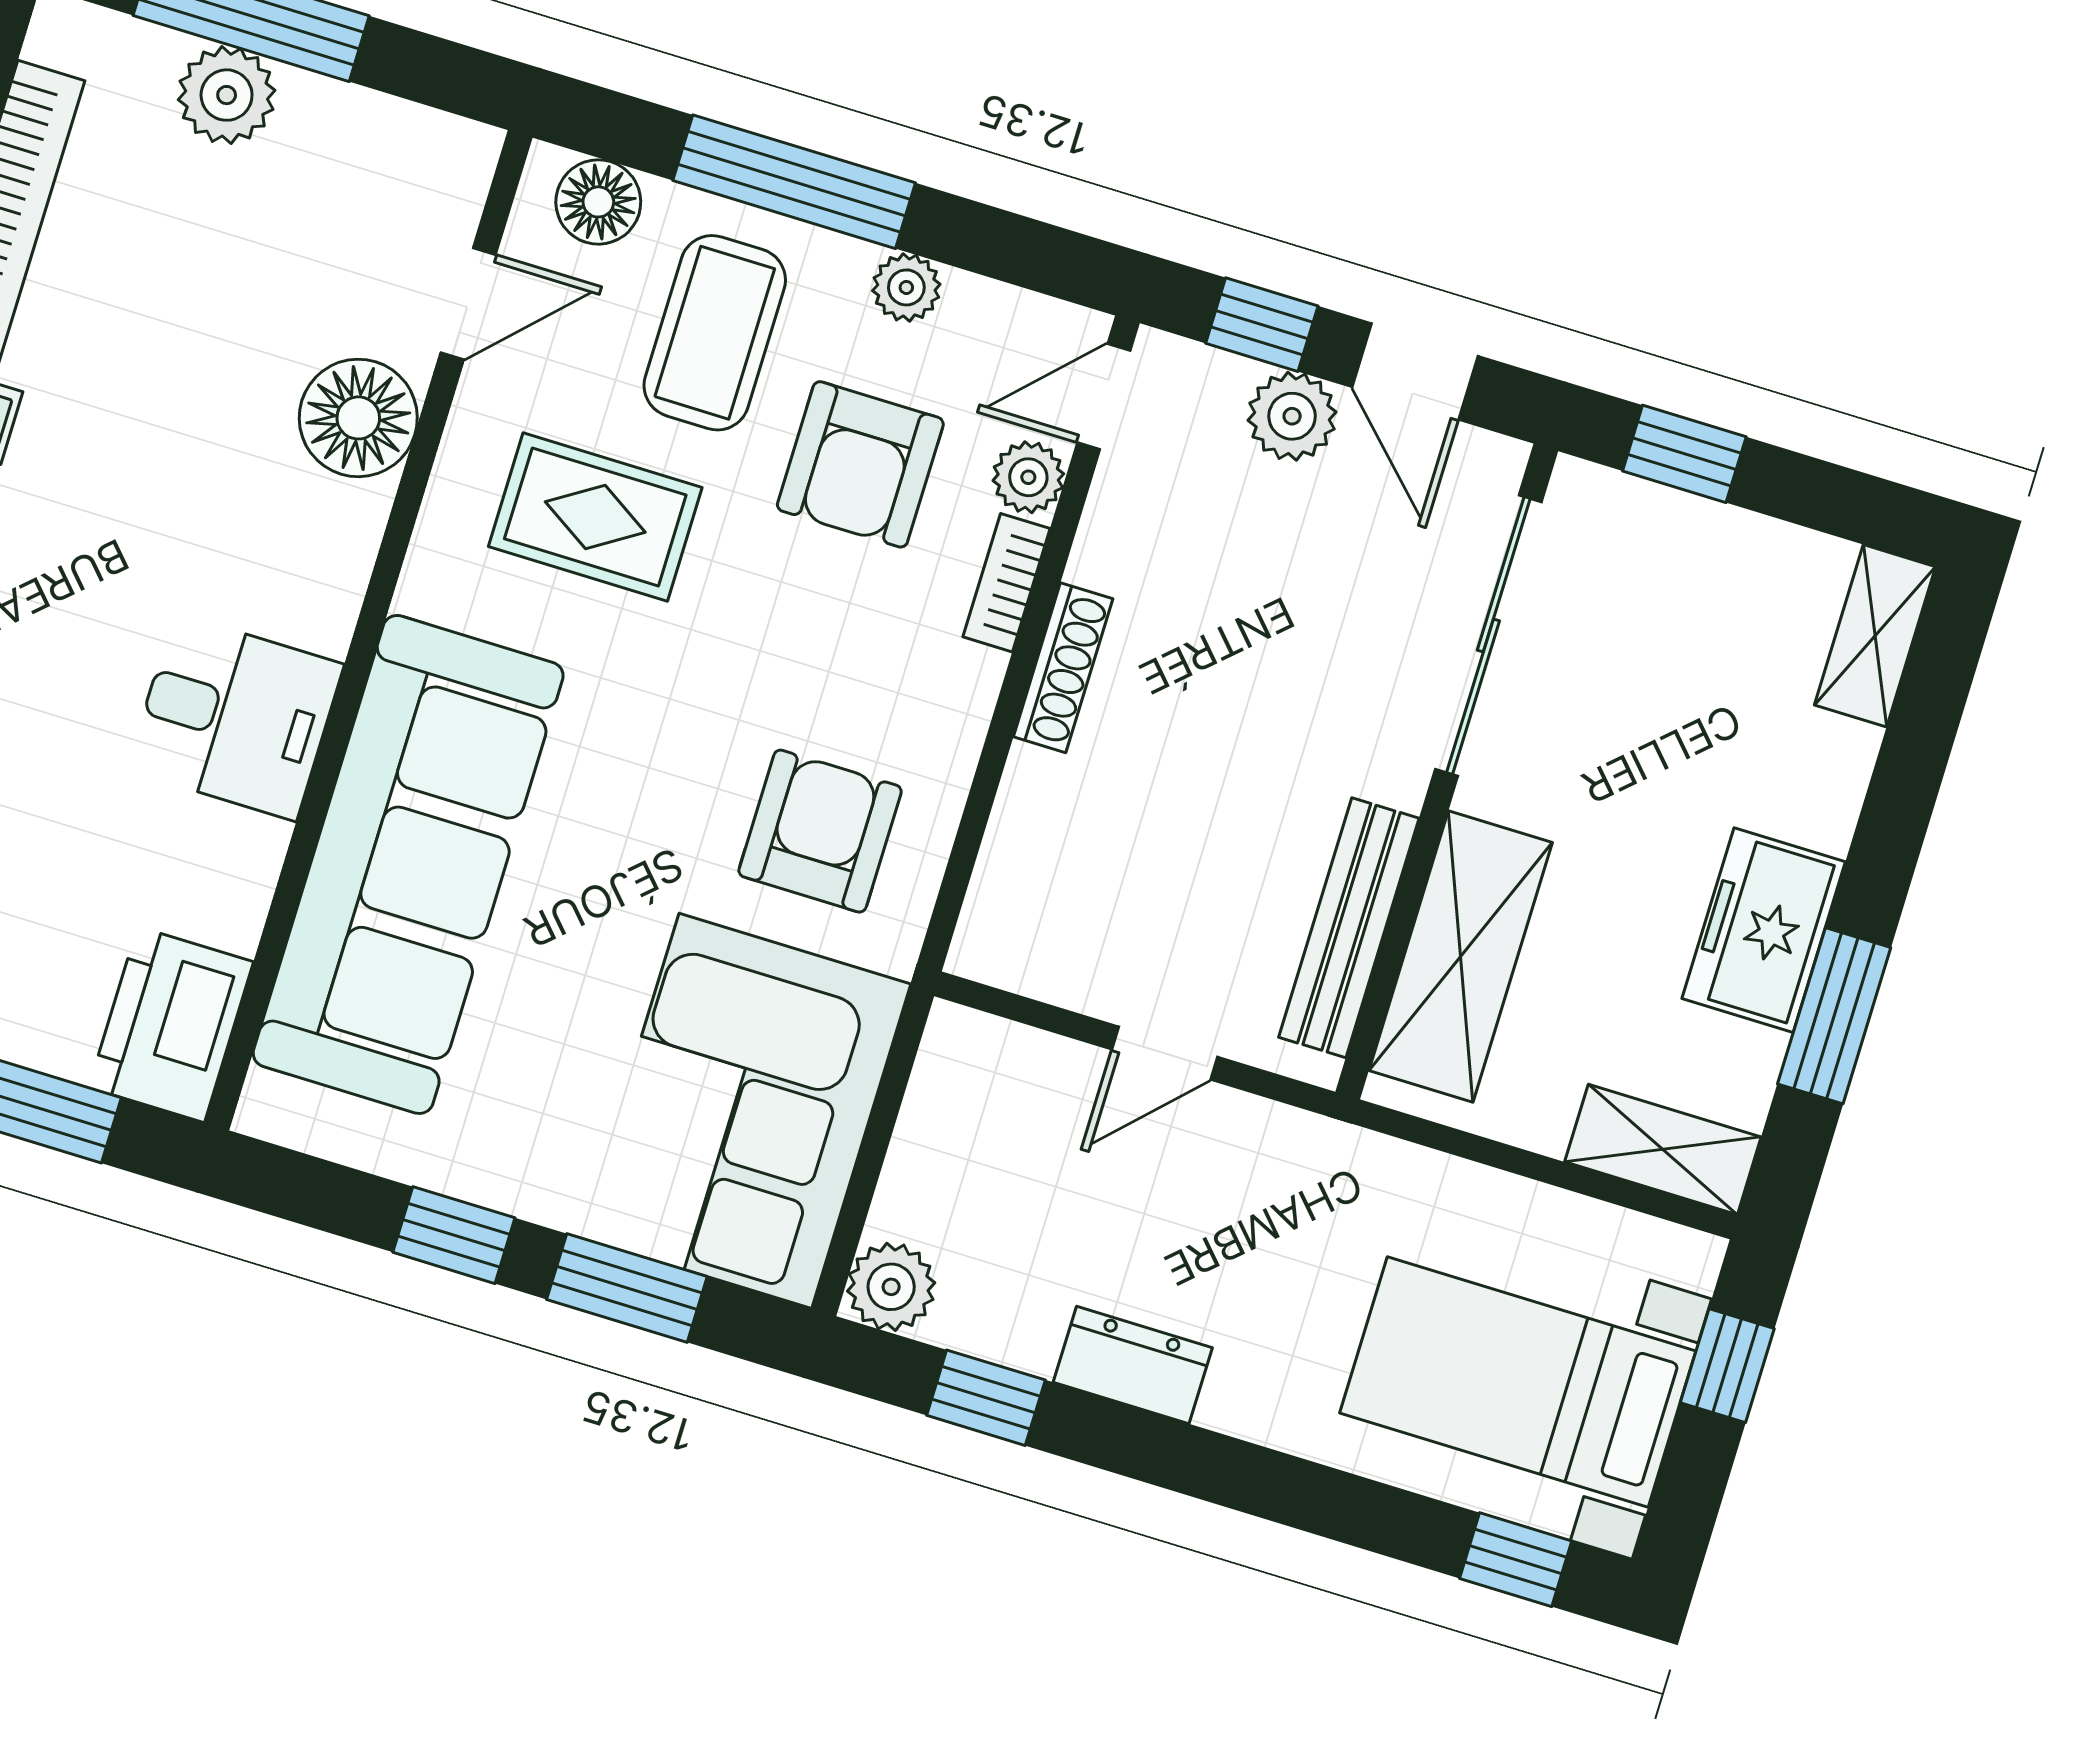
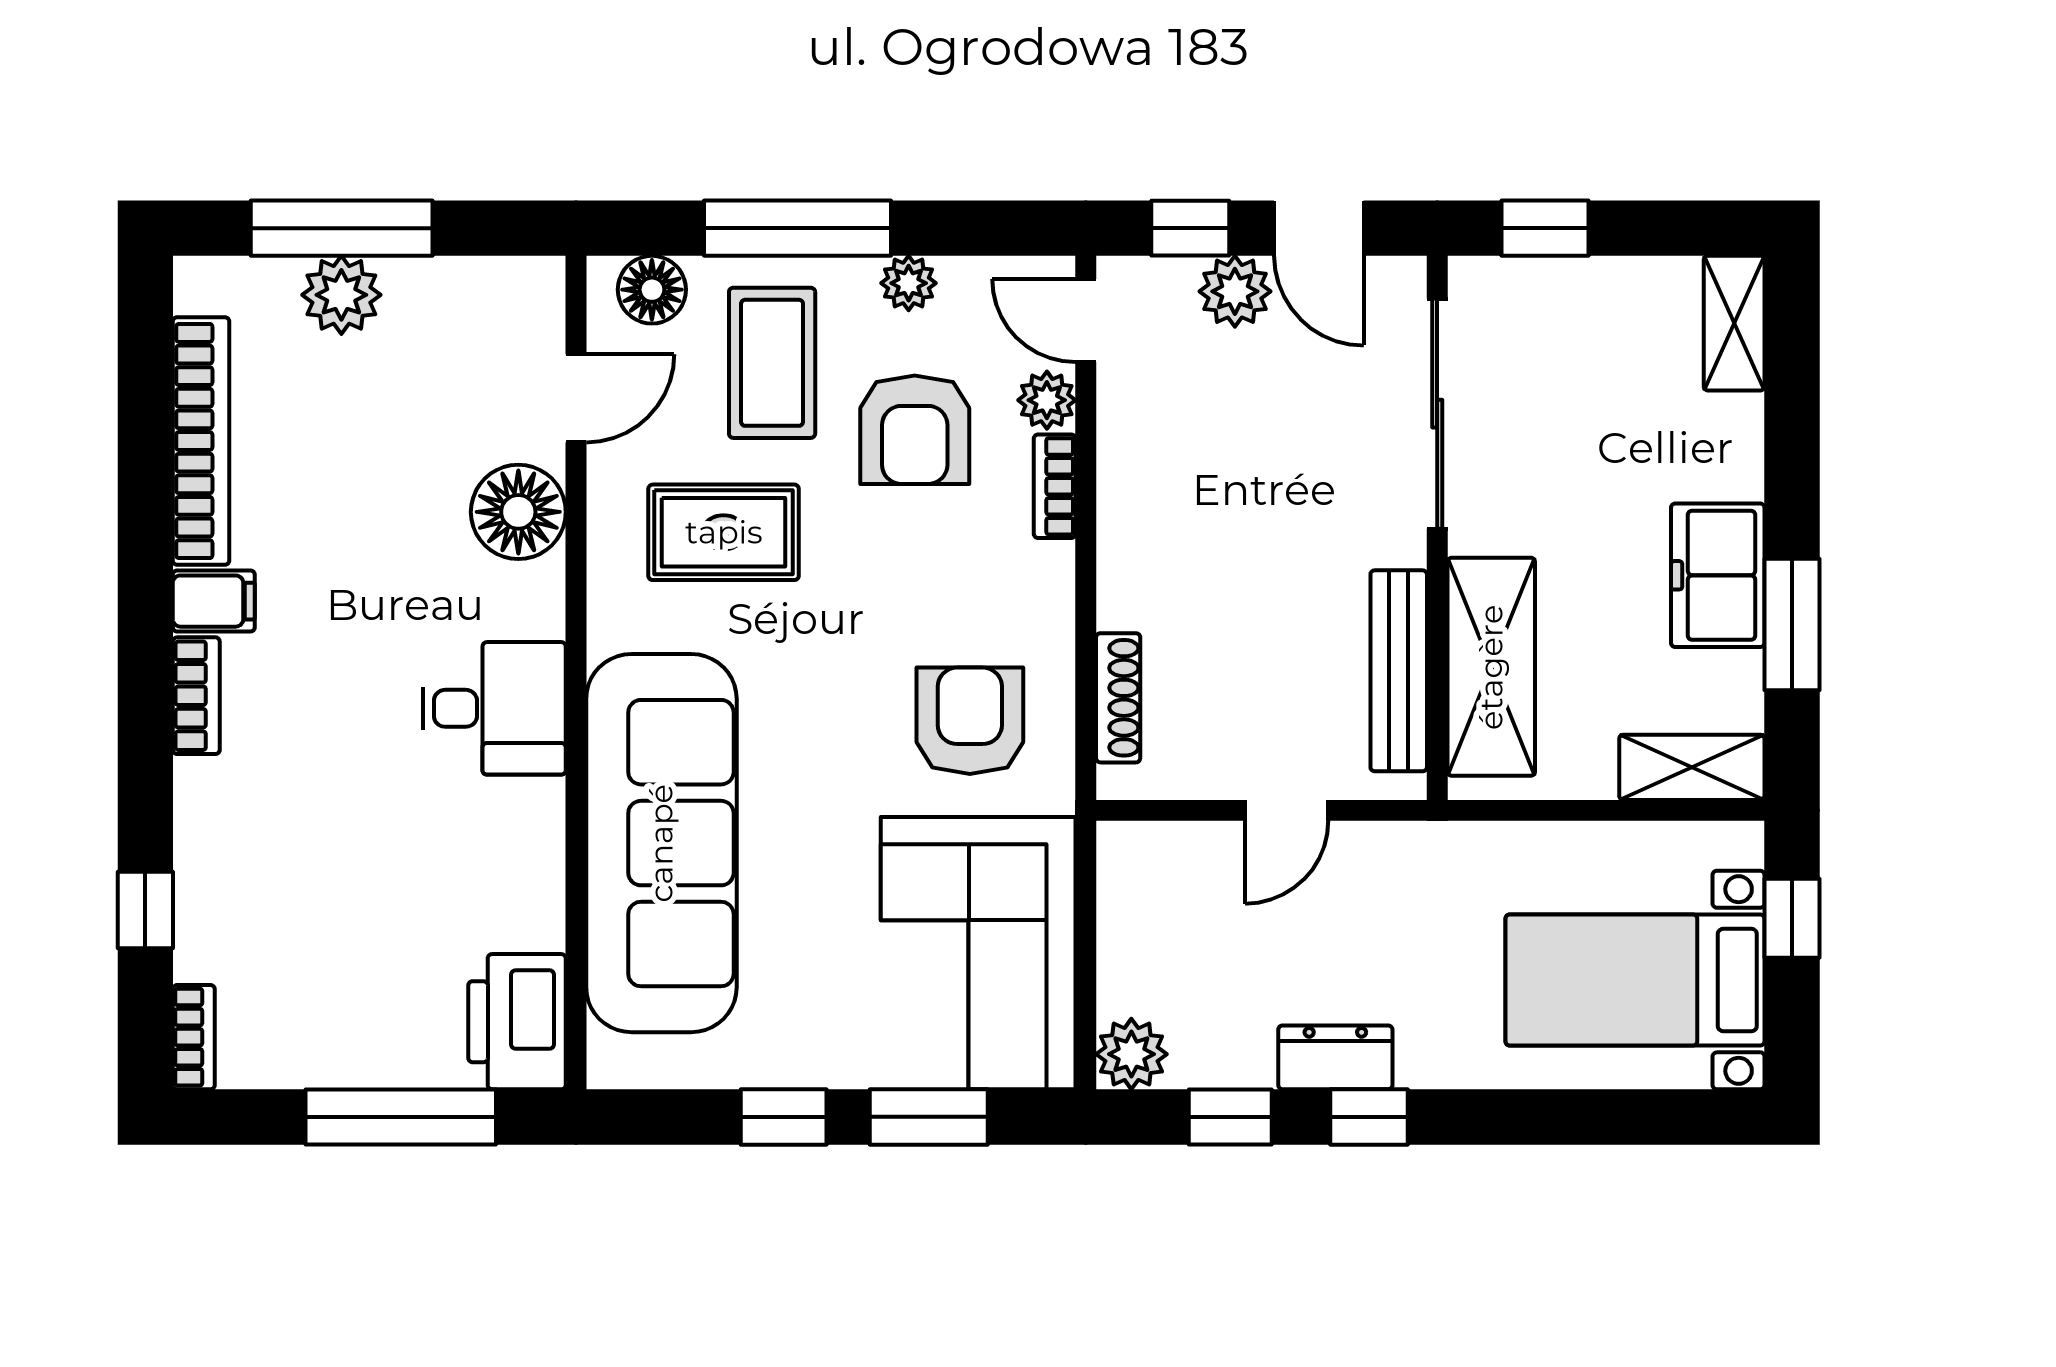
door: (1104, 397) -> (1086, 321), hinge flipped
shoe rack: (1063, 668) -> (1118, 698), moved
desk: (235, 717) -> (494, 708), moved
window: (1516, 1560) -> (1369, 1117), moved

